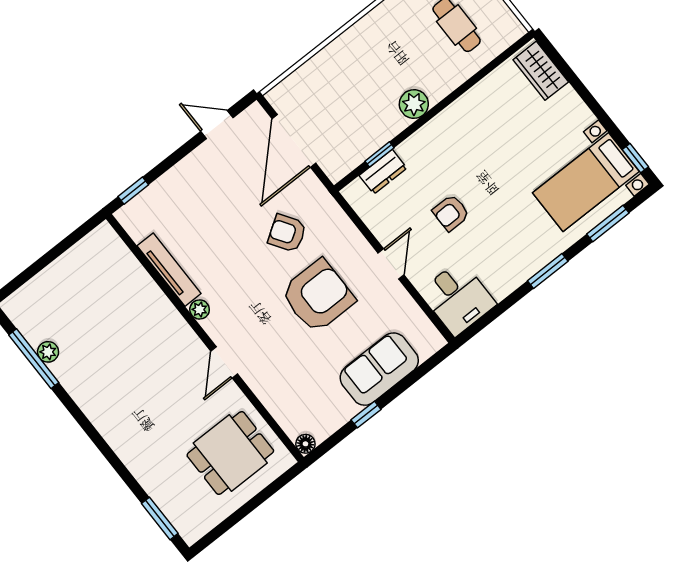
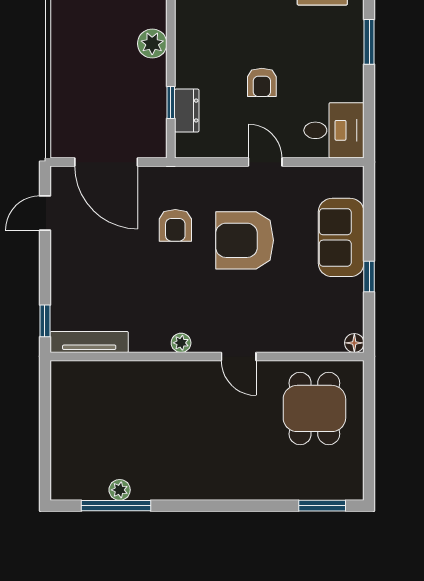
armchair: (287, 233) -> (175, 225), turned -57
tv unit: (169, 270) -> (89, 342), moved
armchair: (318, 296) -> (245, 240), turned -90

